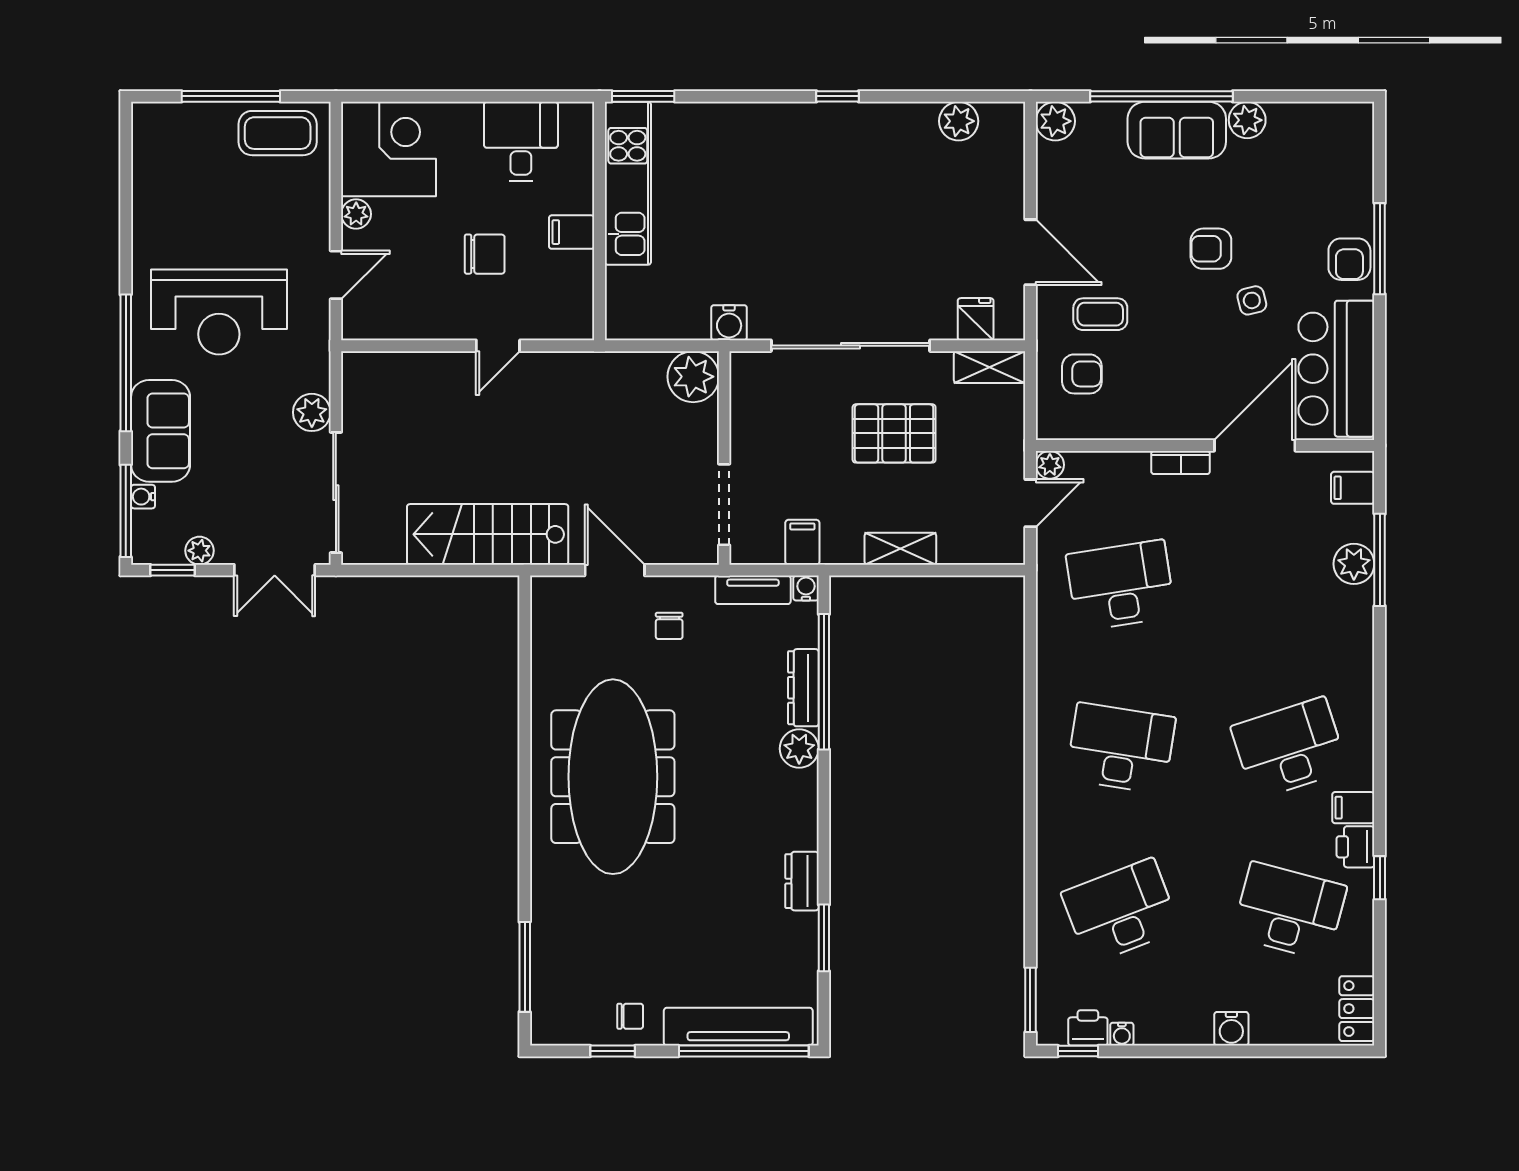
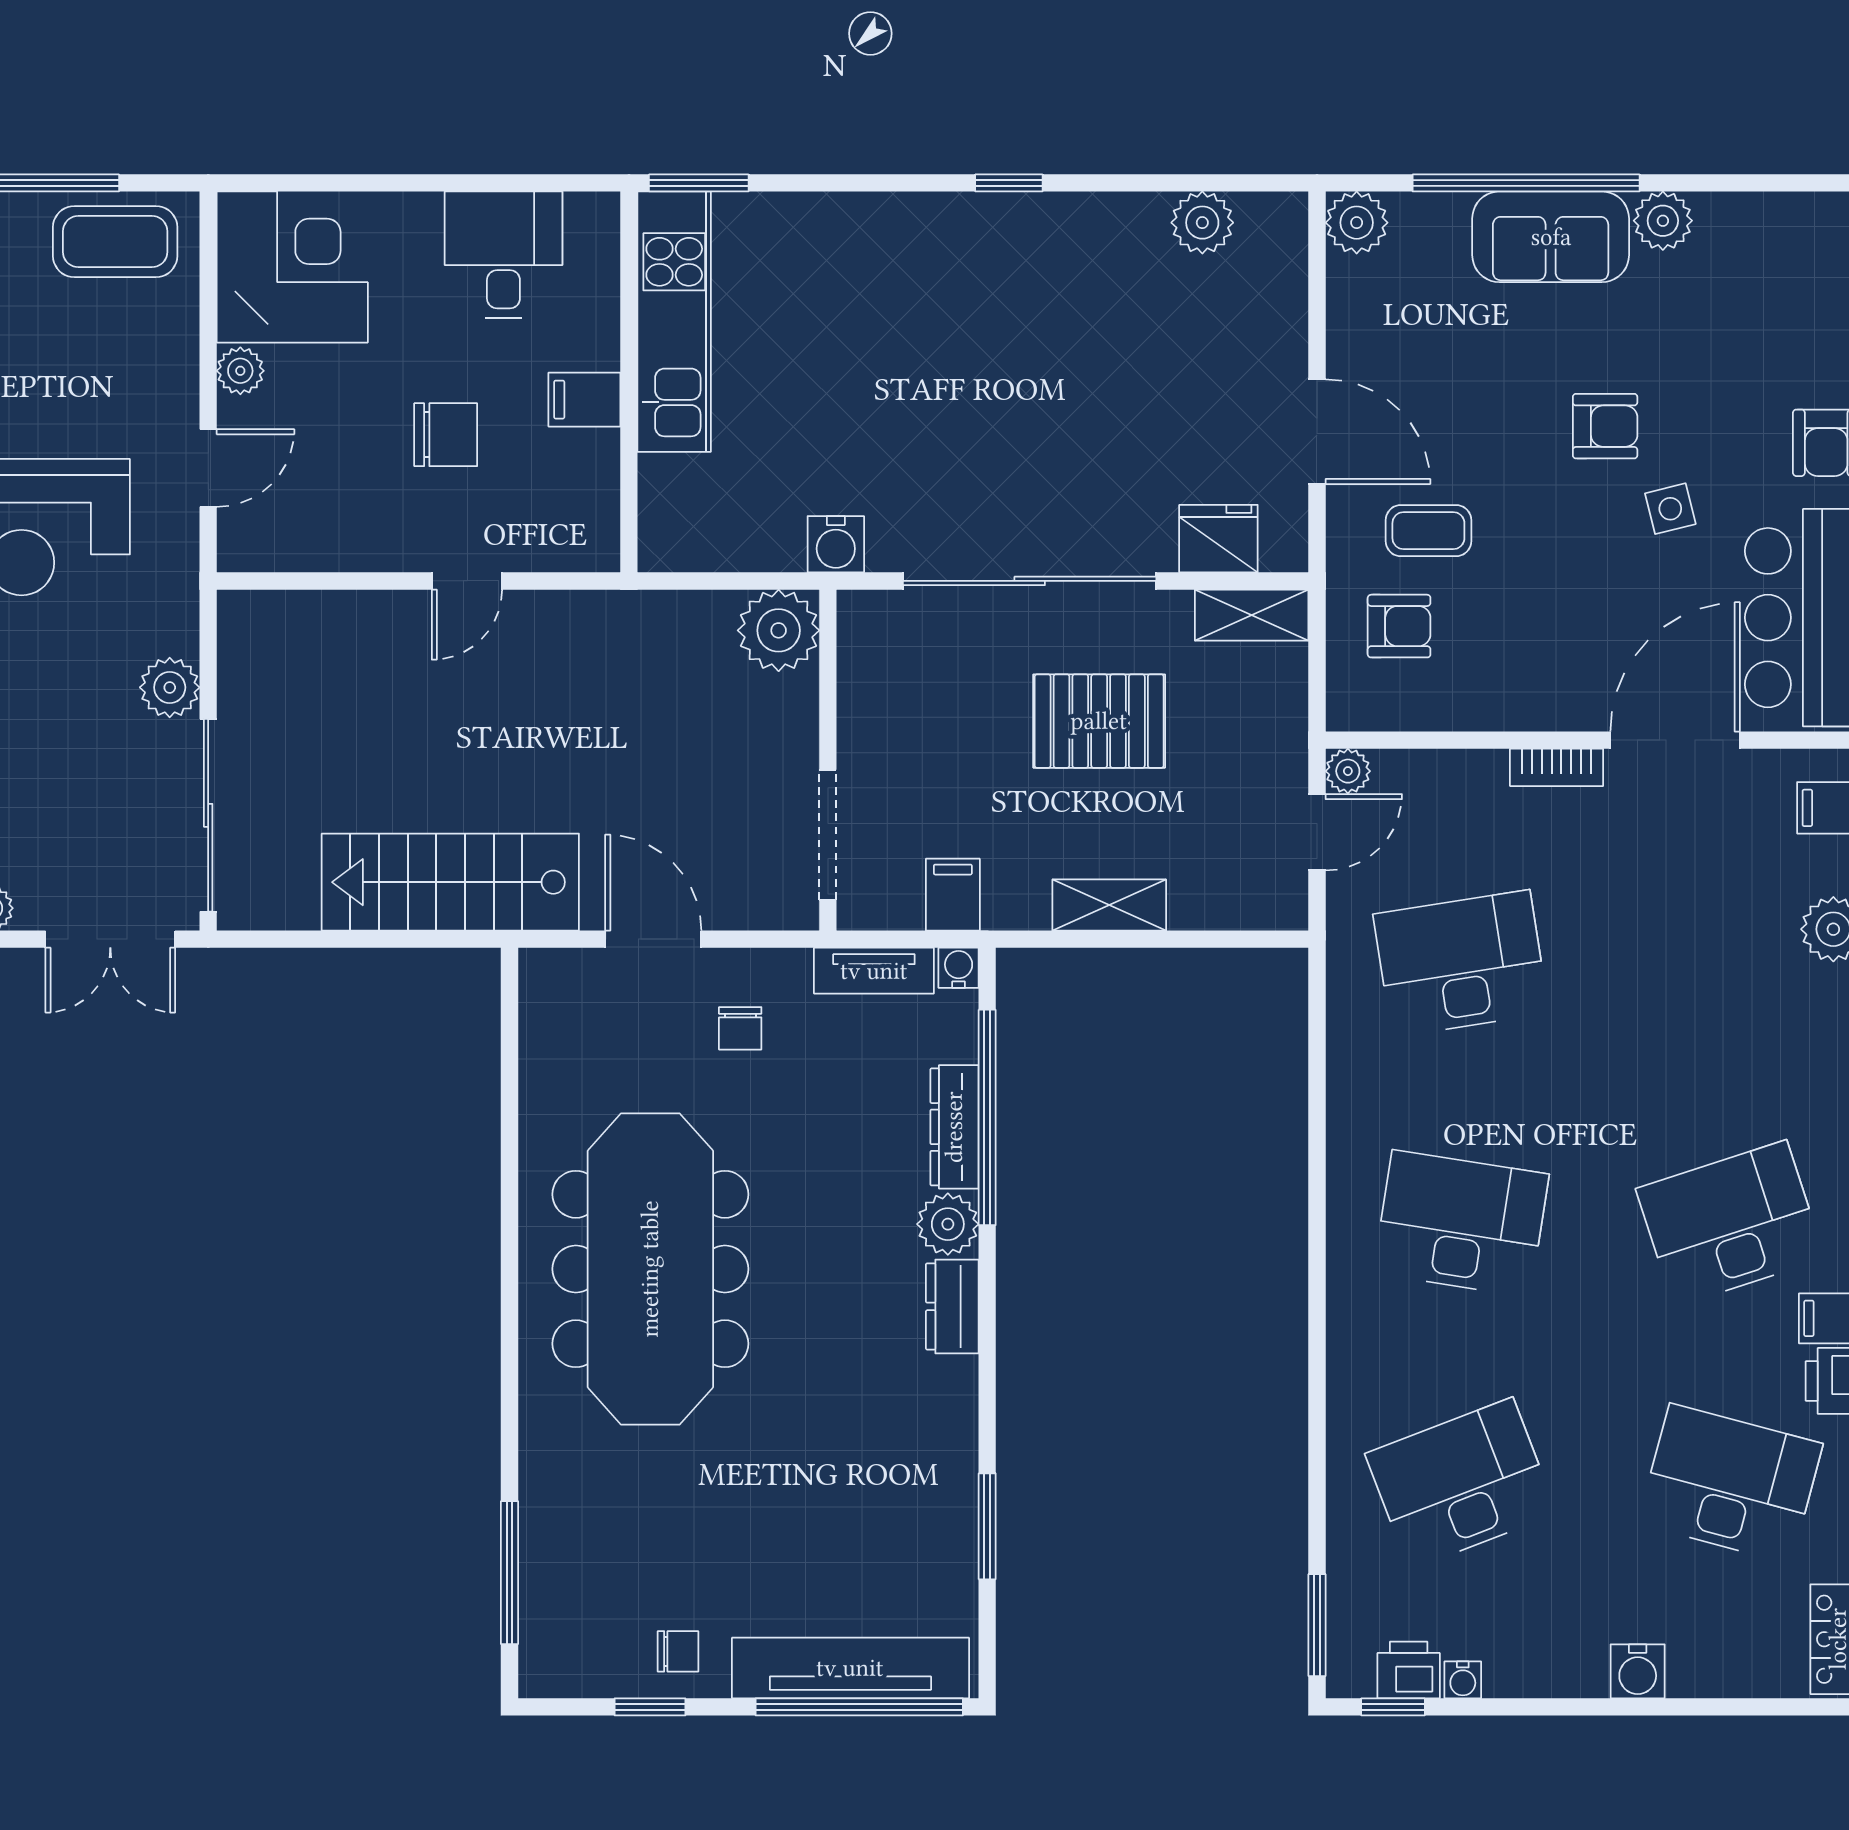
armchair: (1211, 249) -> (1605, 426), turned 180
fridge: (976, 319) -> (1218, 539), width x1.38
dresser: (802, 881) -> (952, 1306), moved

